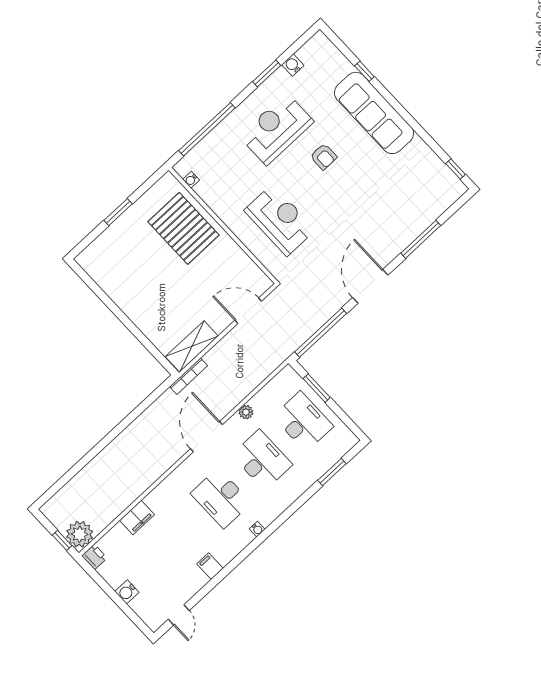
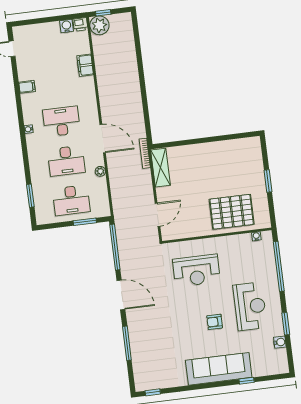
water cooler: (127, 592) -> (66, 26), moved

